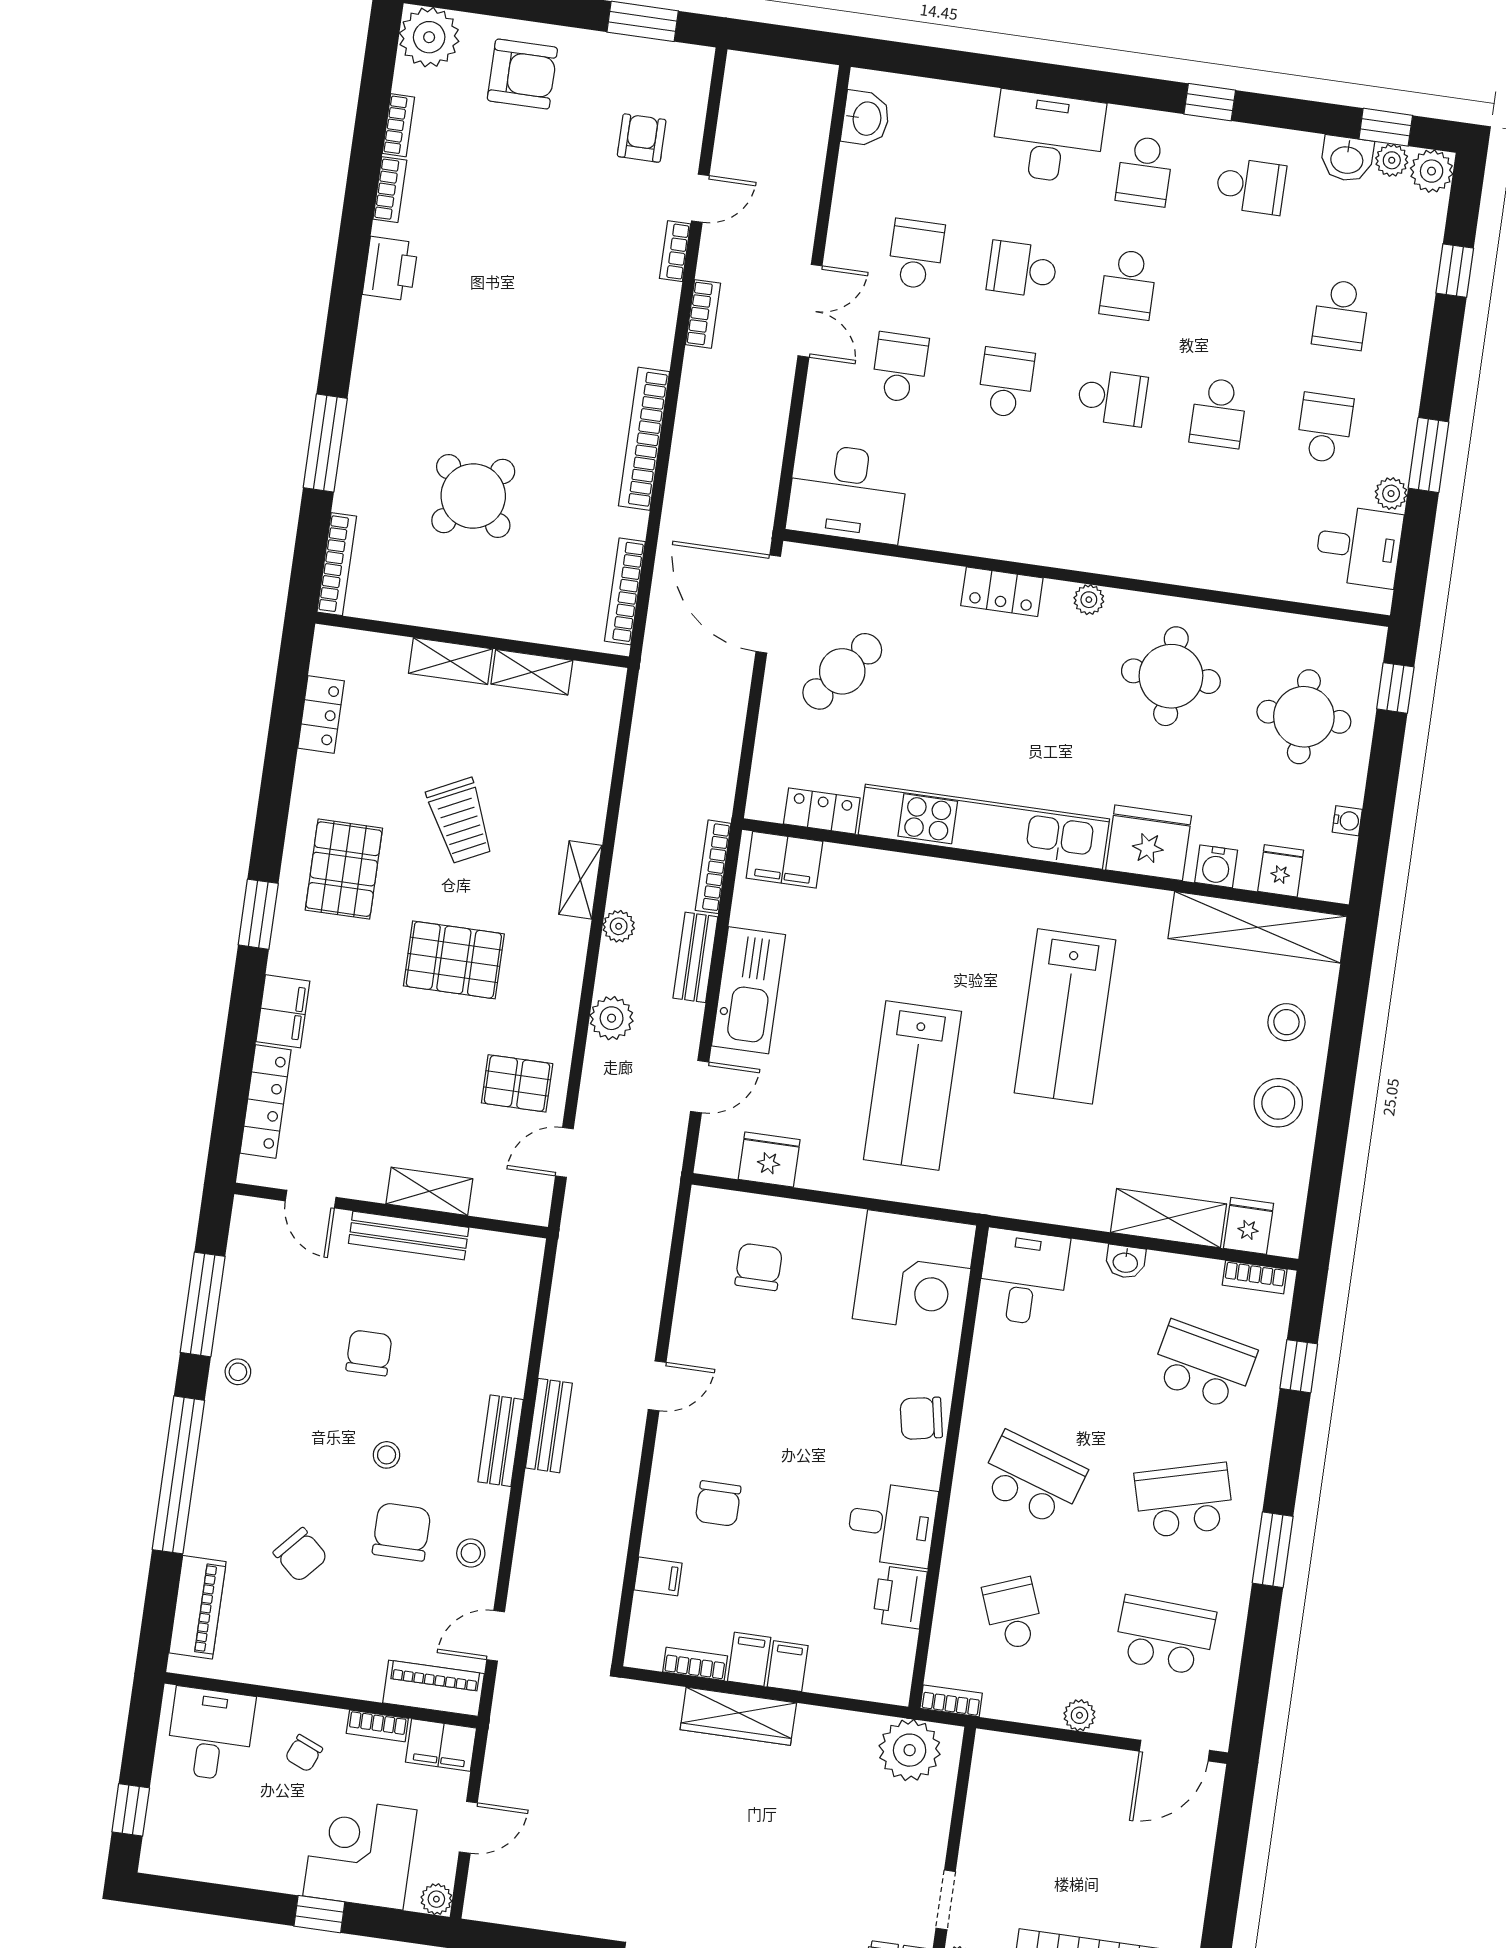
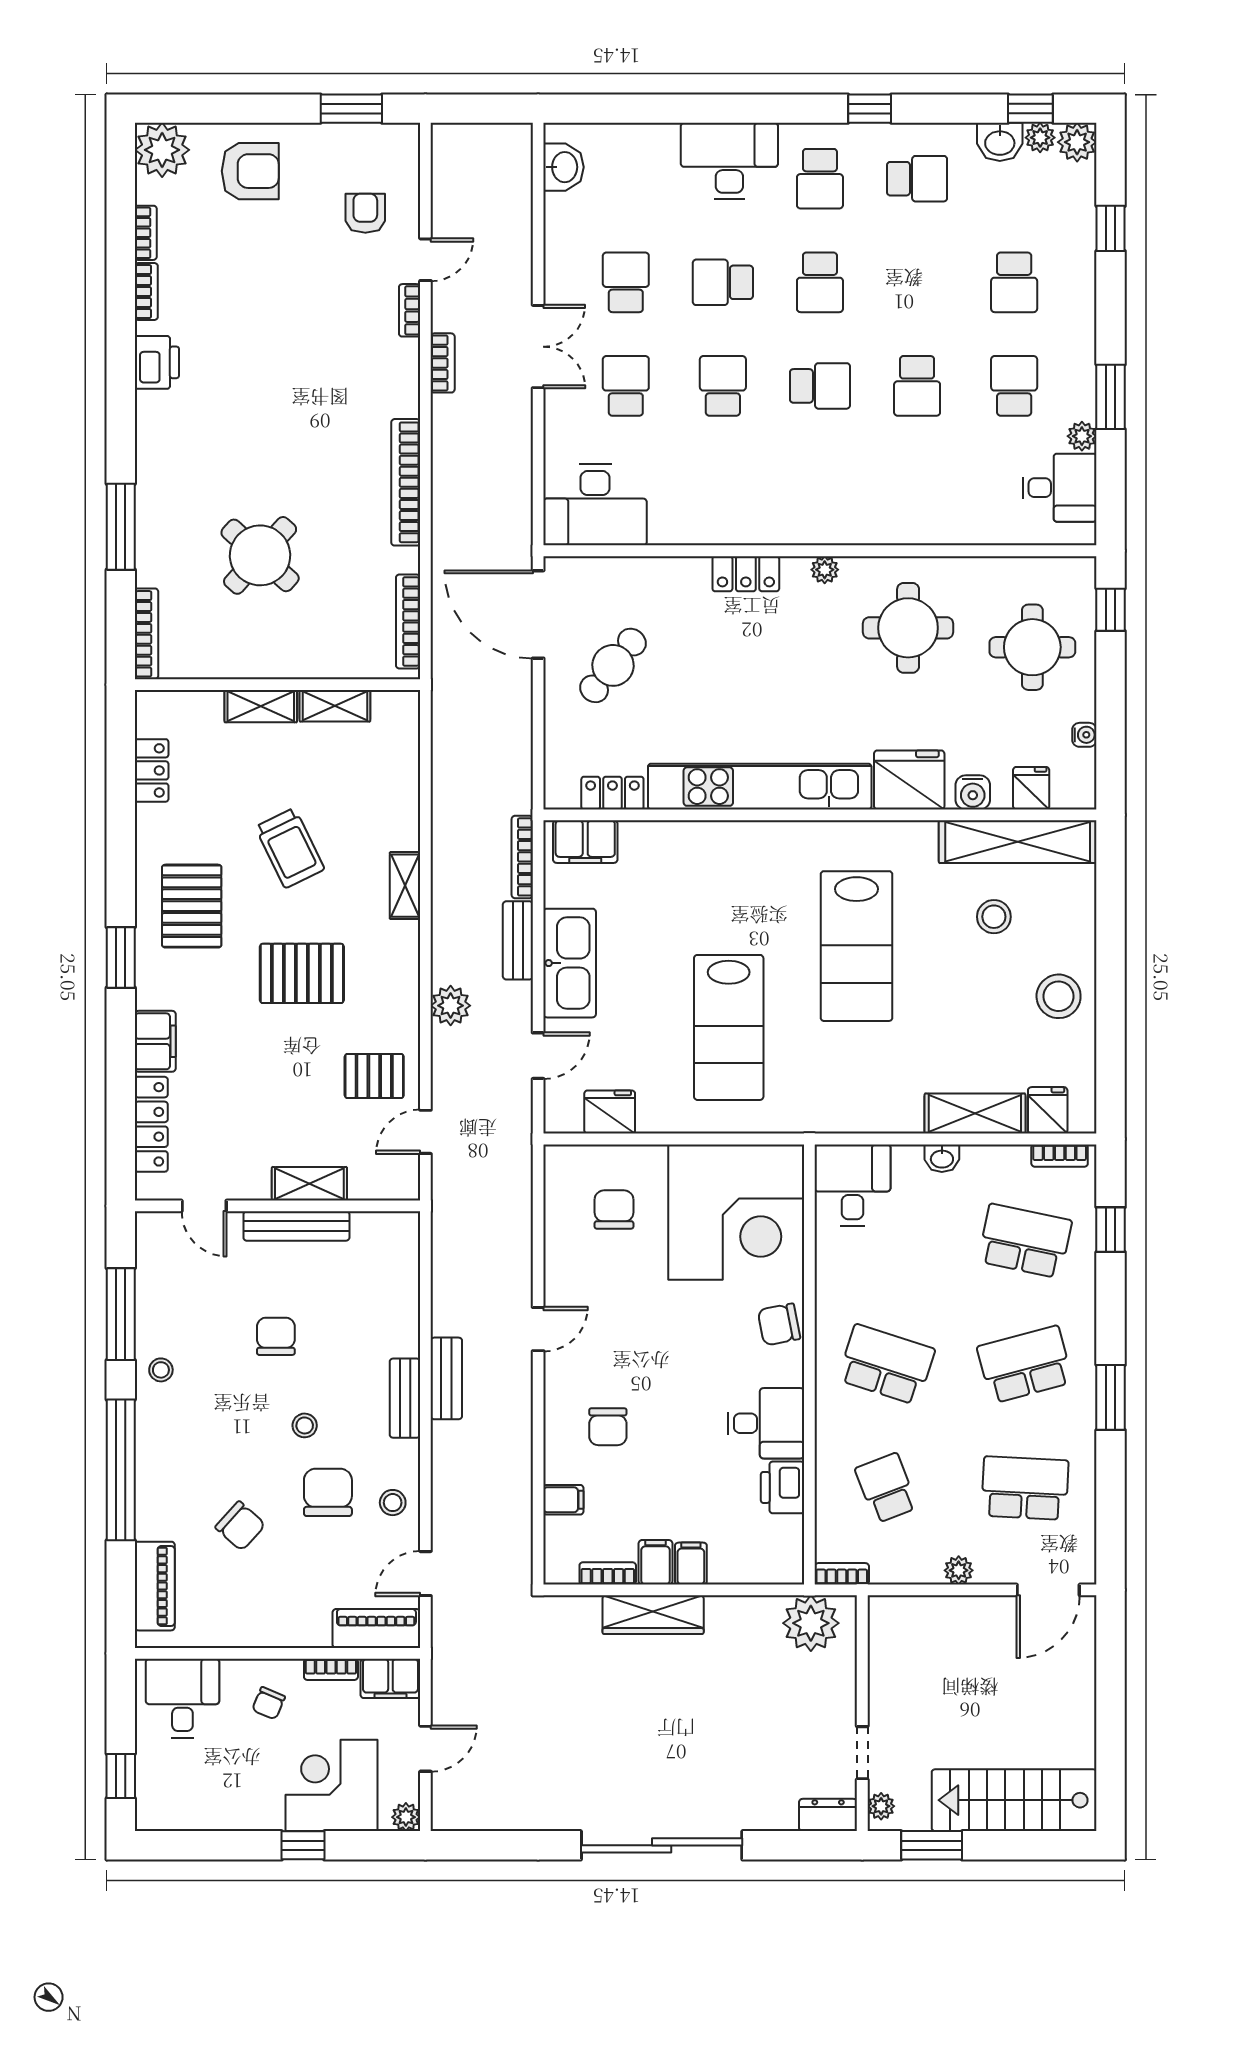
plant: (619, 926) -> (445, 922), removed
stool: (1286, 1022) -> (994, 917), moved
corner desk: (914, 1272) -> (736, 1212), width x1.36, depth x1.36

